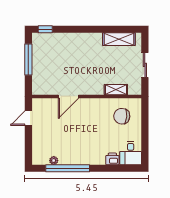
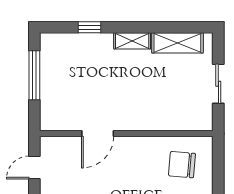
window: (45, 29) -> (90, 27), moved
shelving: (116, 90) -> (132, 41), moved

